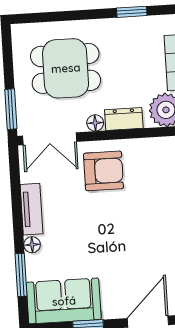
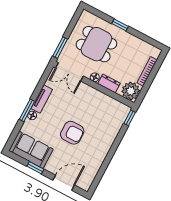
window: (132, 12) -> (120, 25), moved
armchair: (103, 171) -> (72, 133), moved
window: (21, 275) -> (27, 110), moved

